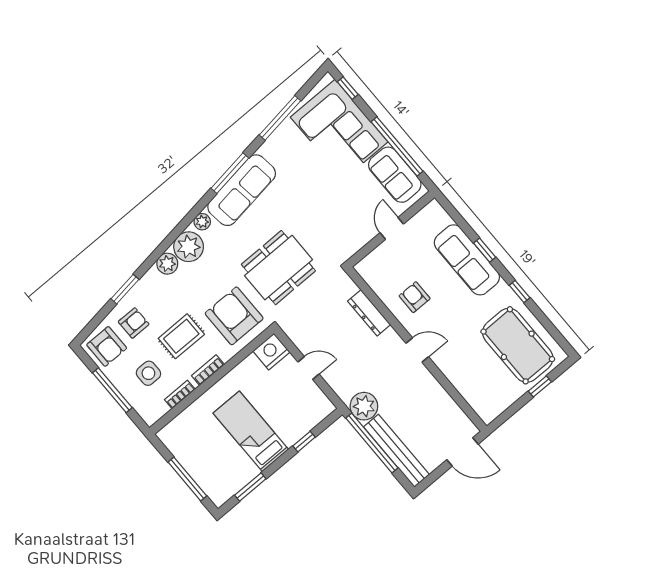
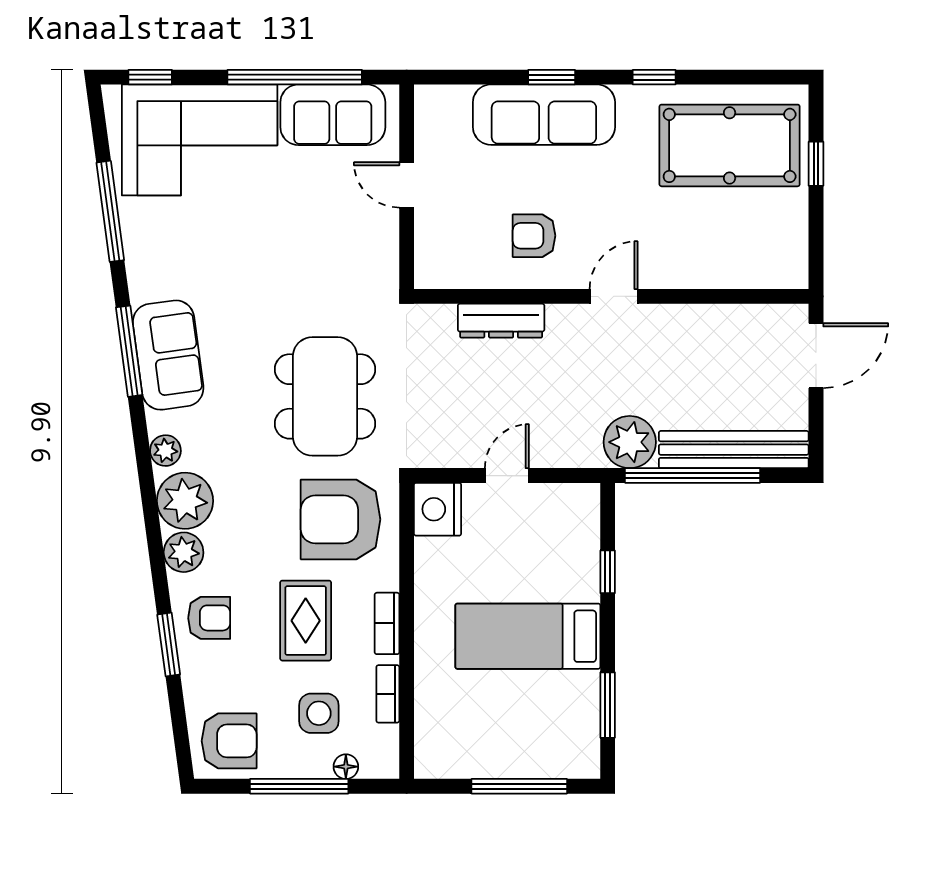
sofa: (242, 190) -> (168, 355), width x0.73
armchair: (134, 323) -> (209, 618), moved, turned 90
floor lamp: (136, 402) -> (346, 767), added

